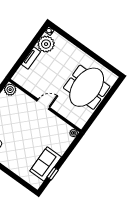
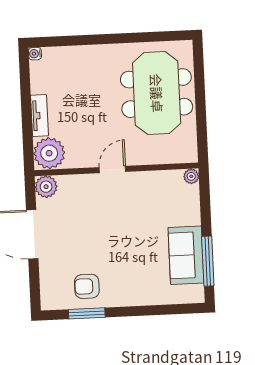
plant: (46, 44) -> (49, 153), moved
window: (53, 174) -> (208, 261), width x2.17

